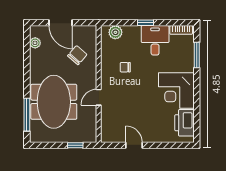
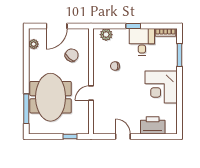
door: (61, 23) -> (57, 26), hinge flipped
printer: (184, 123) -> (153, 125), moved, turned 90

